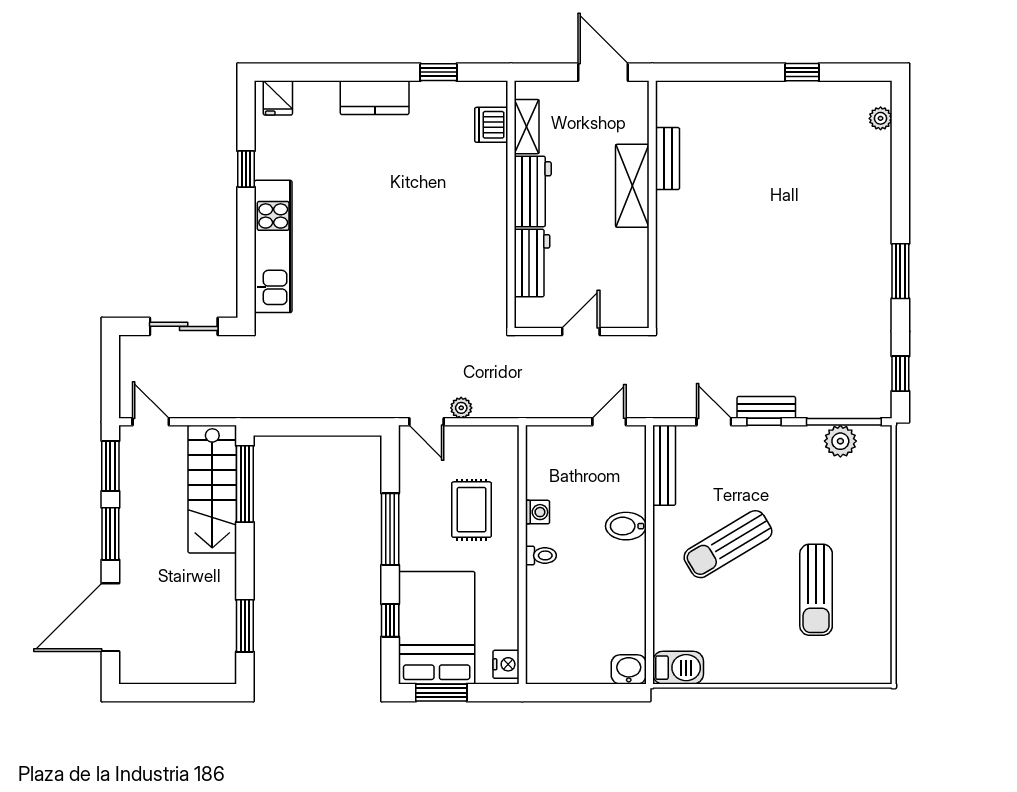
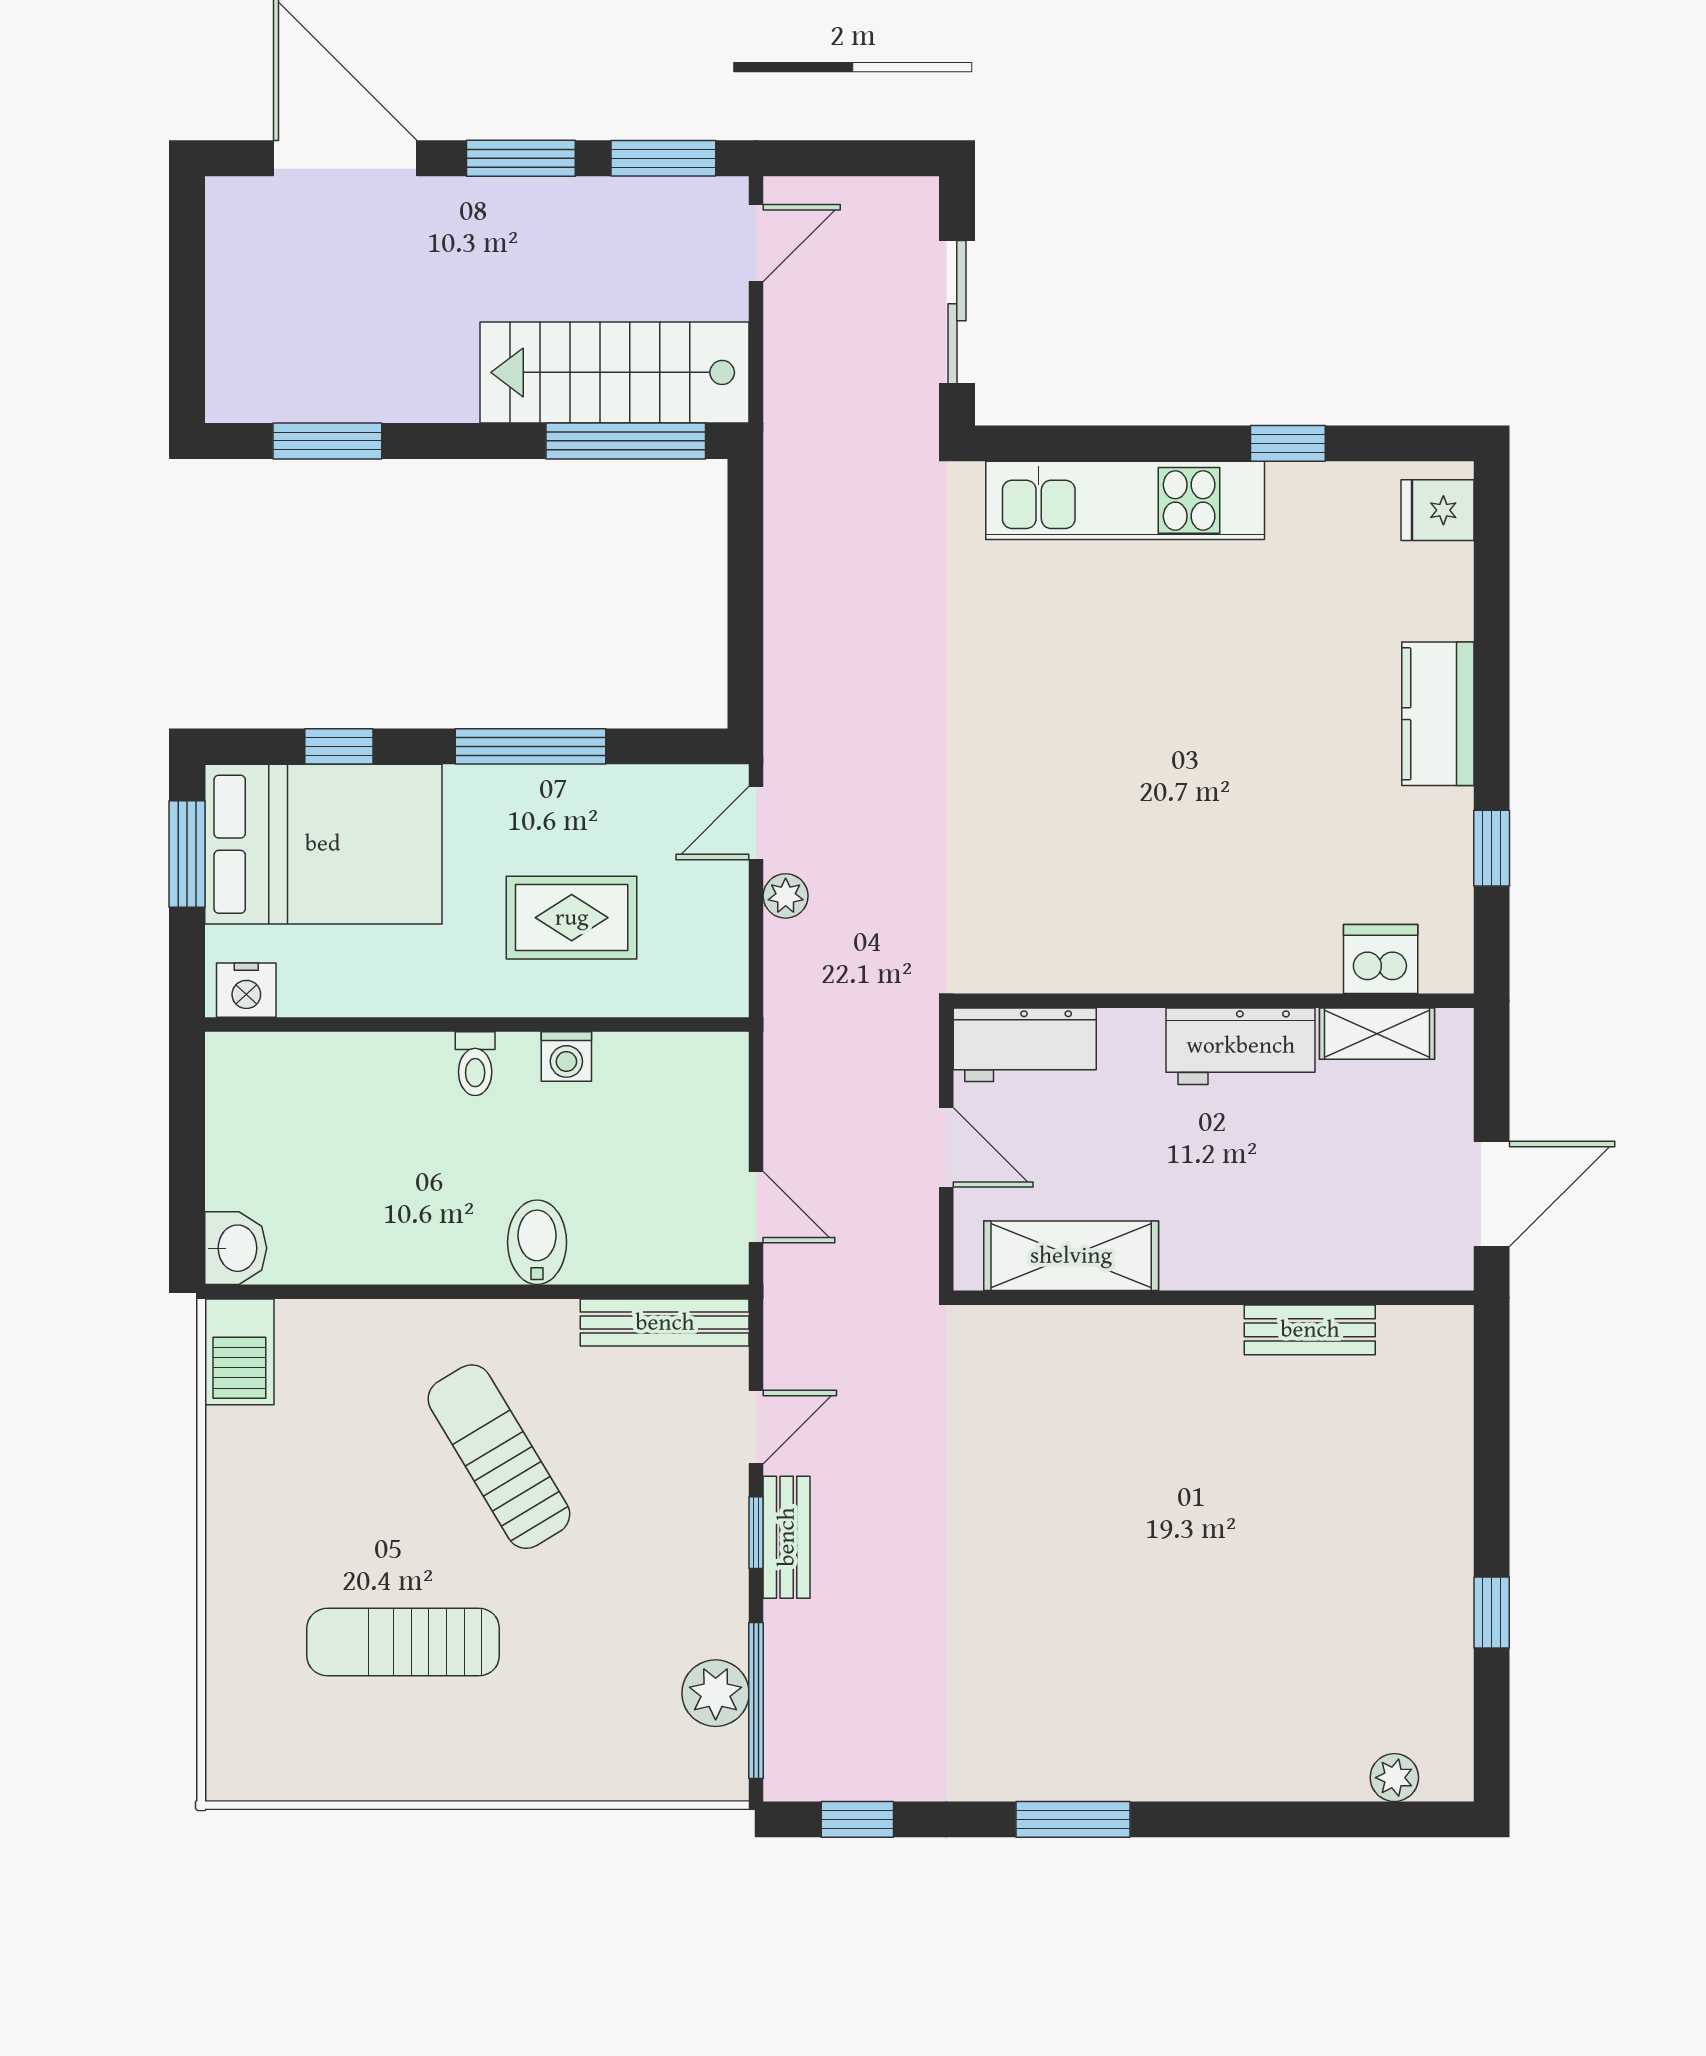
shelving: (632, 186) -> (1071, 1256), moved
workbench: (532, 263) -> (1025, 1045), moved

